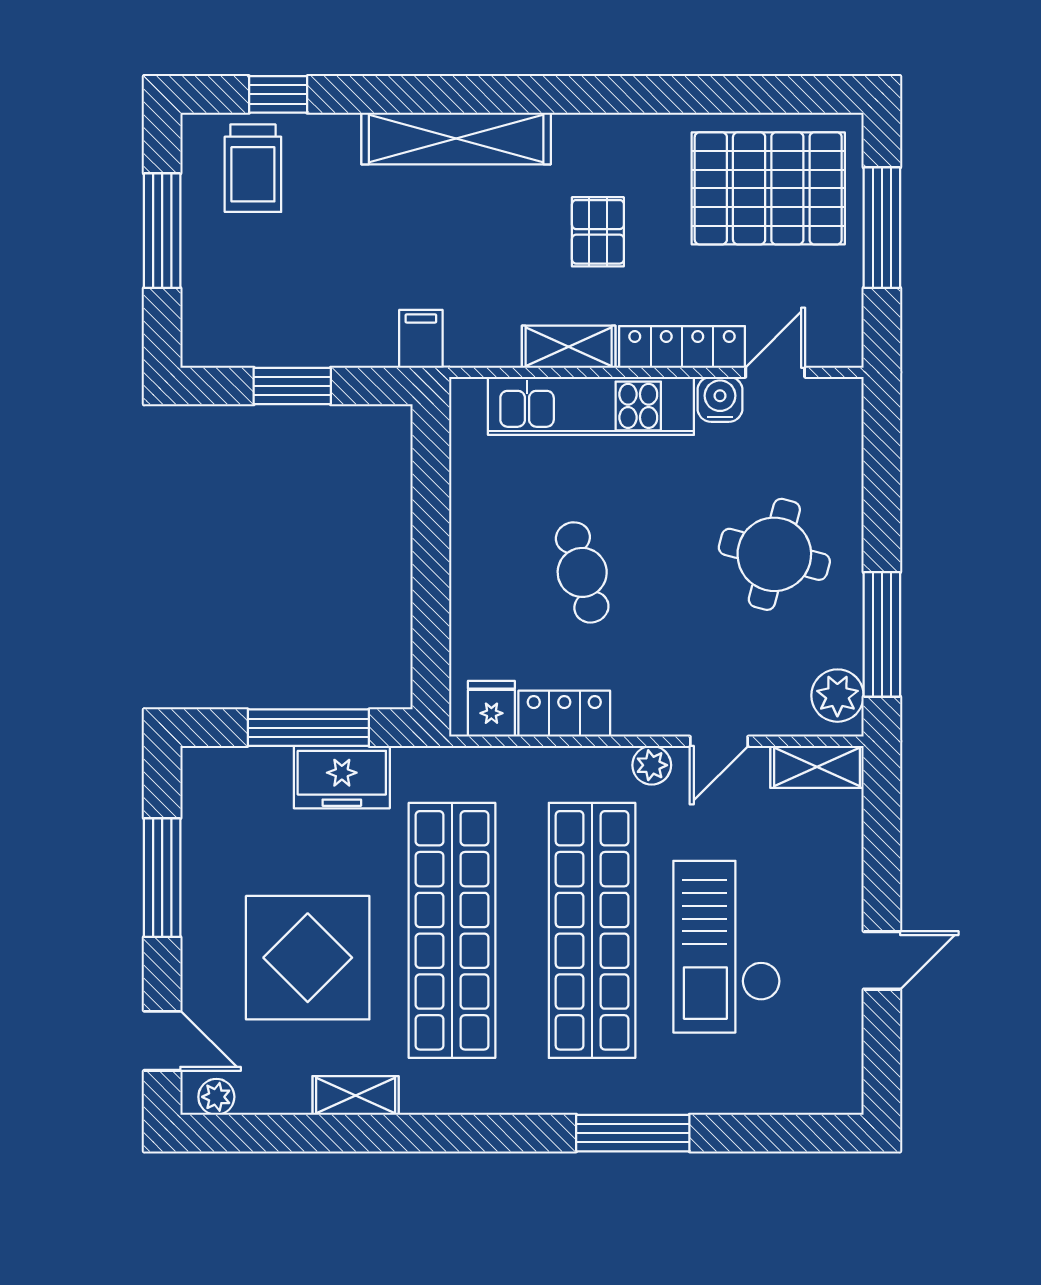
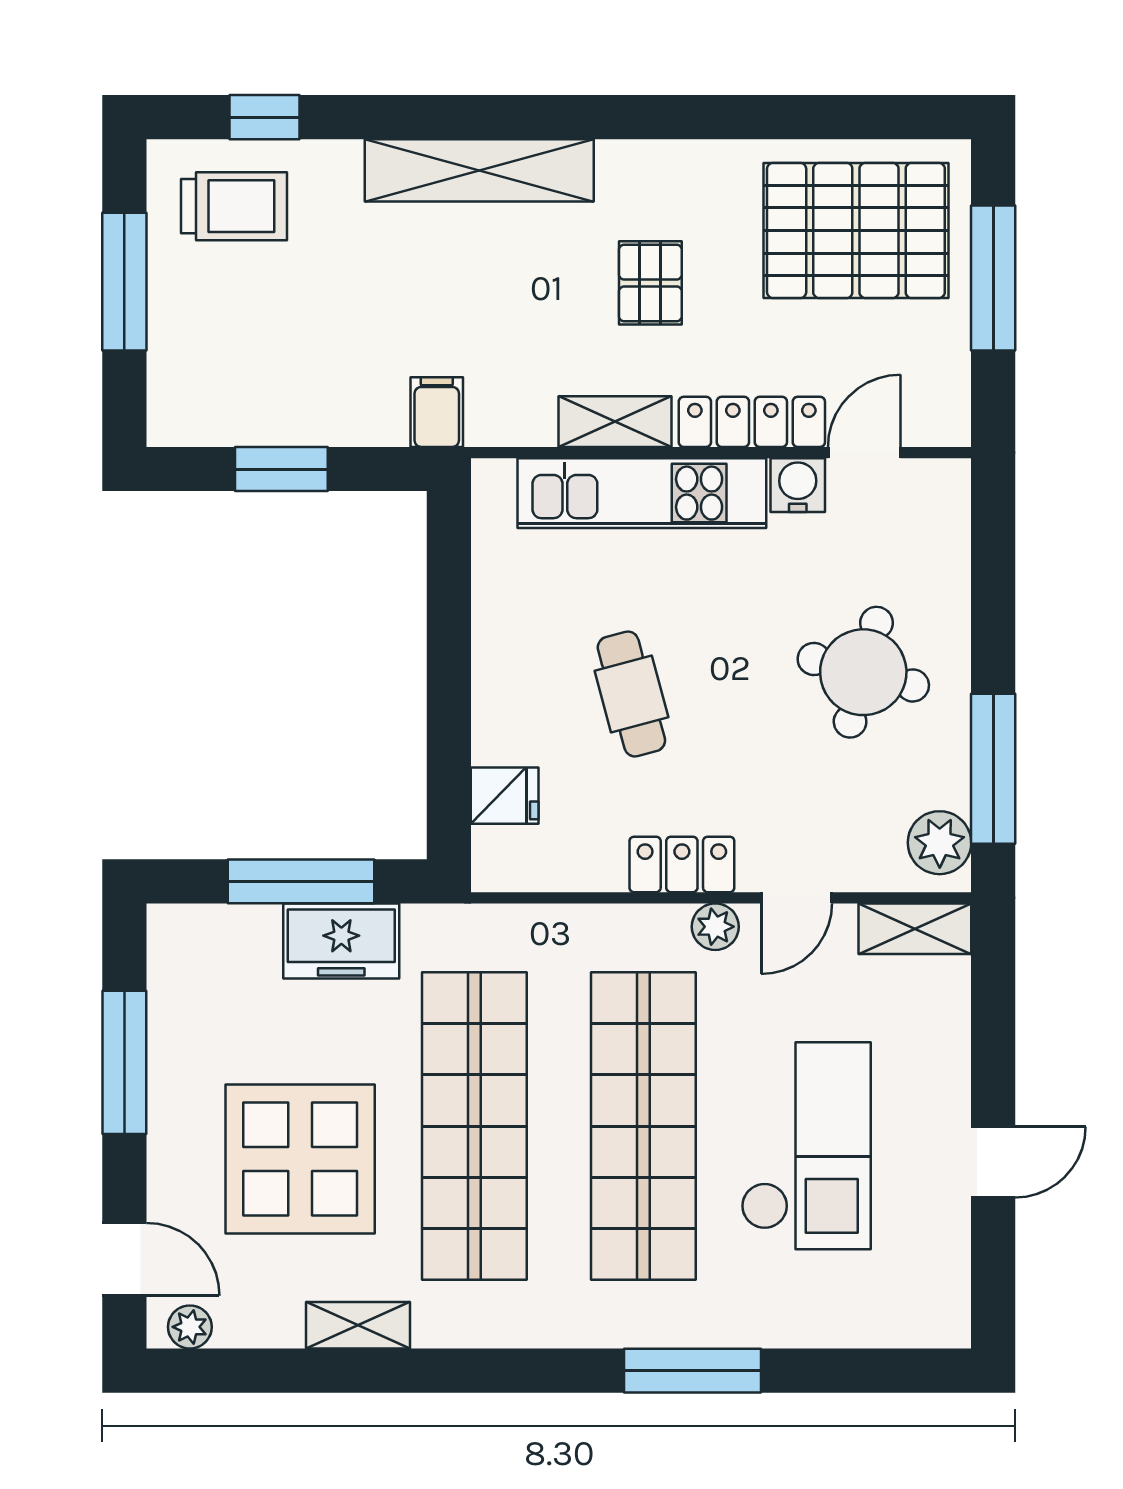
trolley: (253, 168) -> (234, 206), turned -90
fridge: (491, 709) -> (505, 796), moved, turned 90
locker: (564, 714) -> (682, 864), moved
checkout: (727, 947) -> (806, 1146), turned 180

